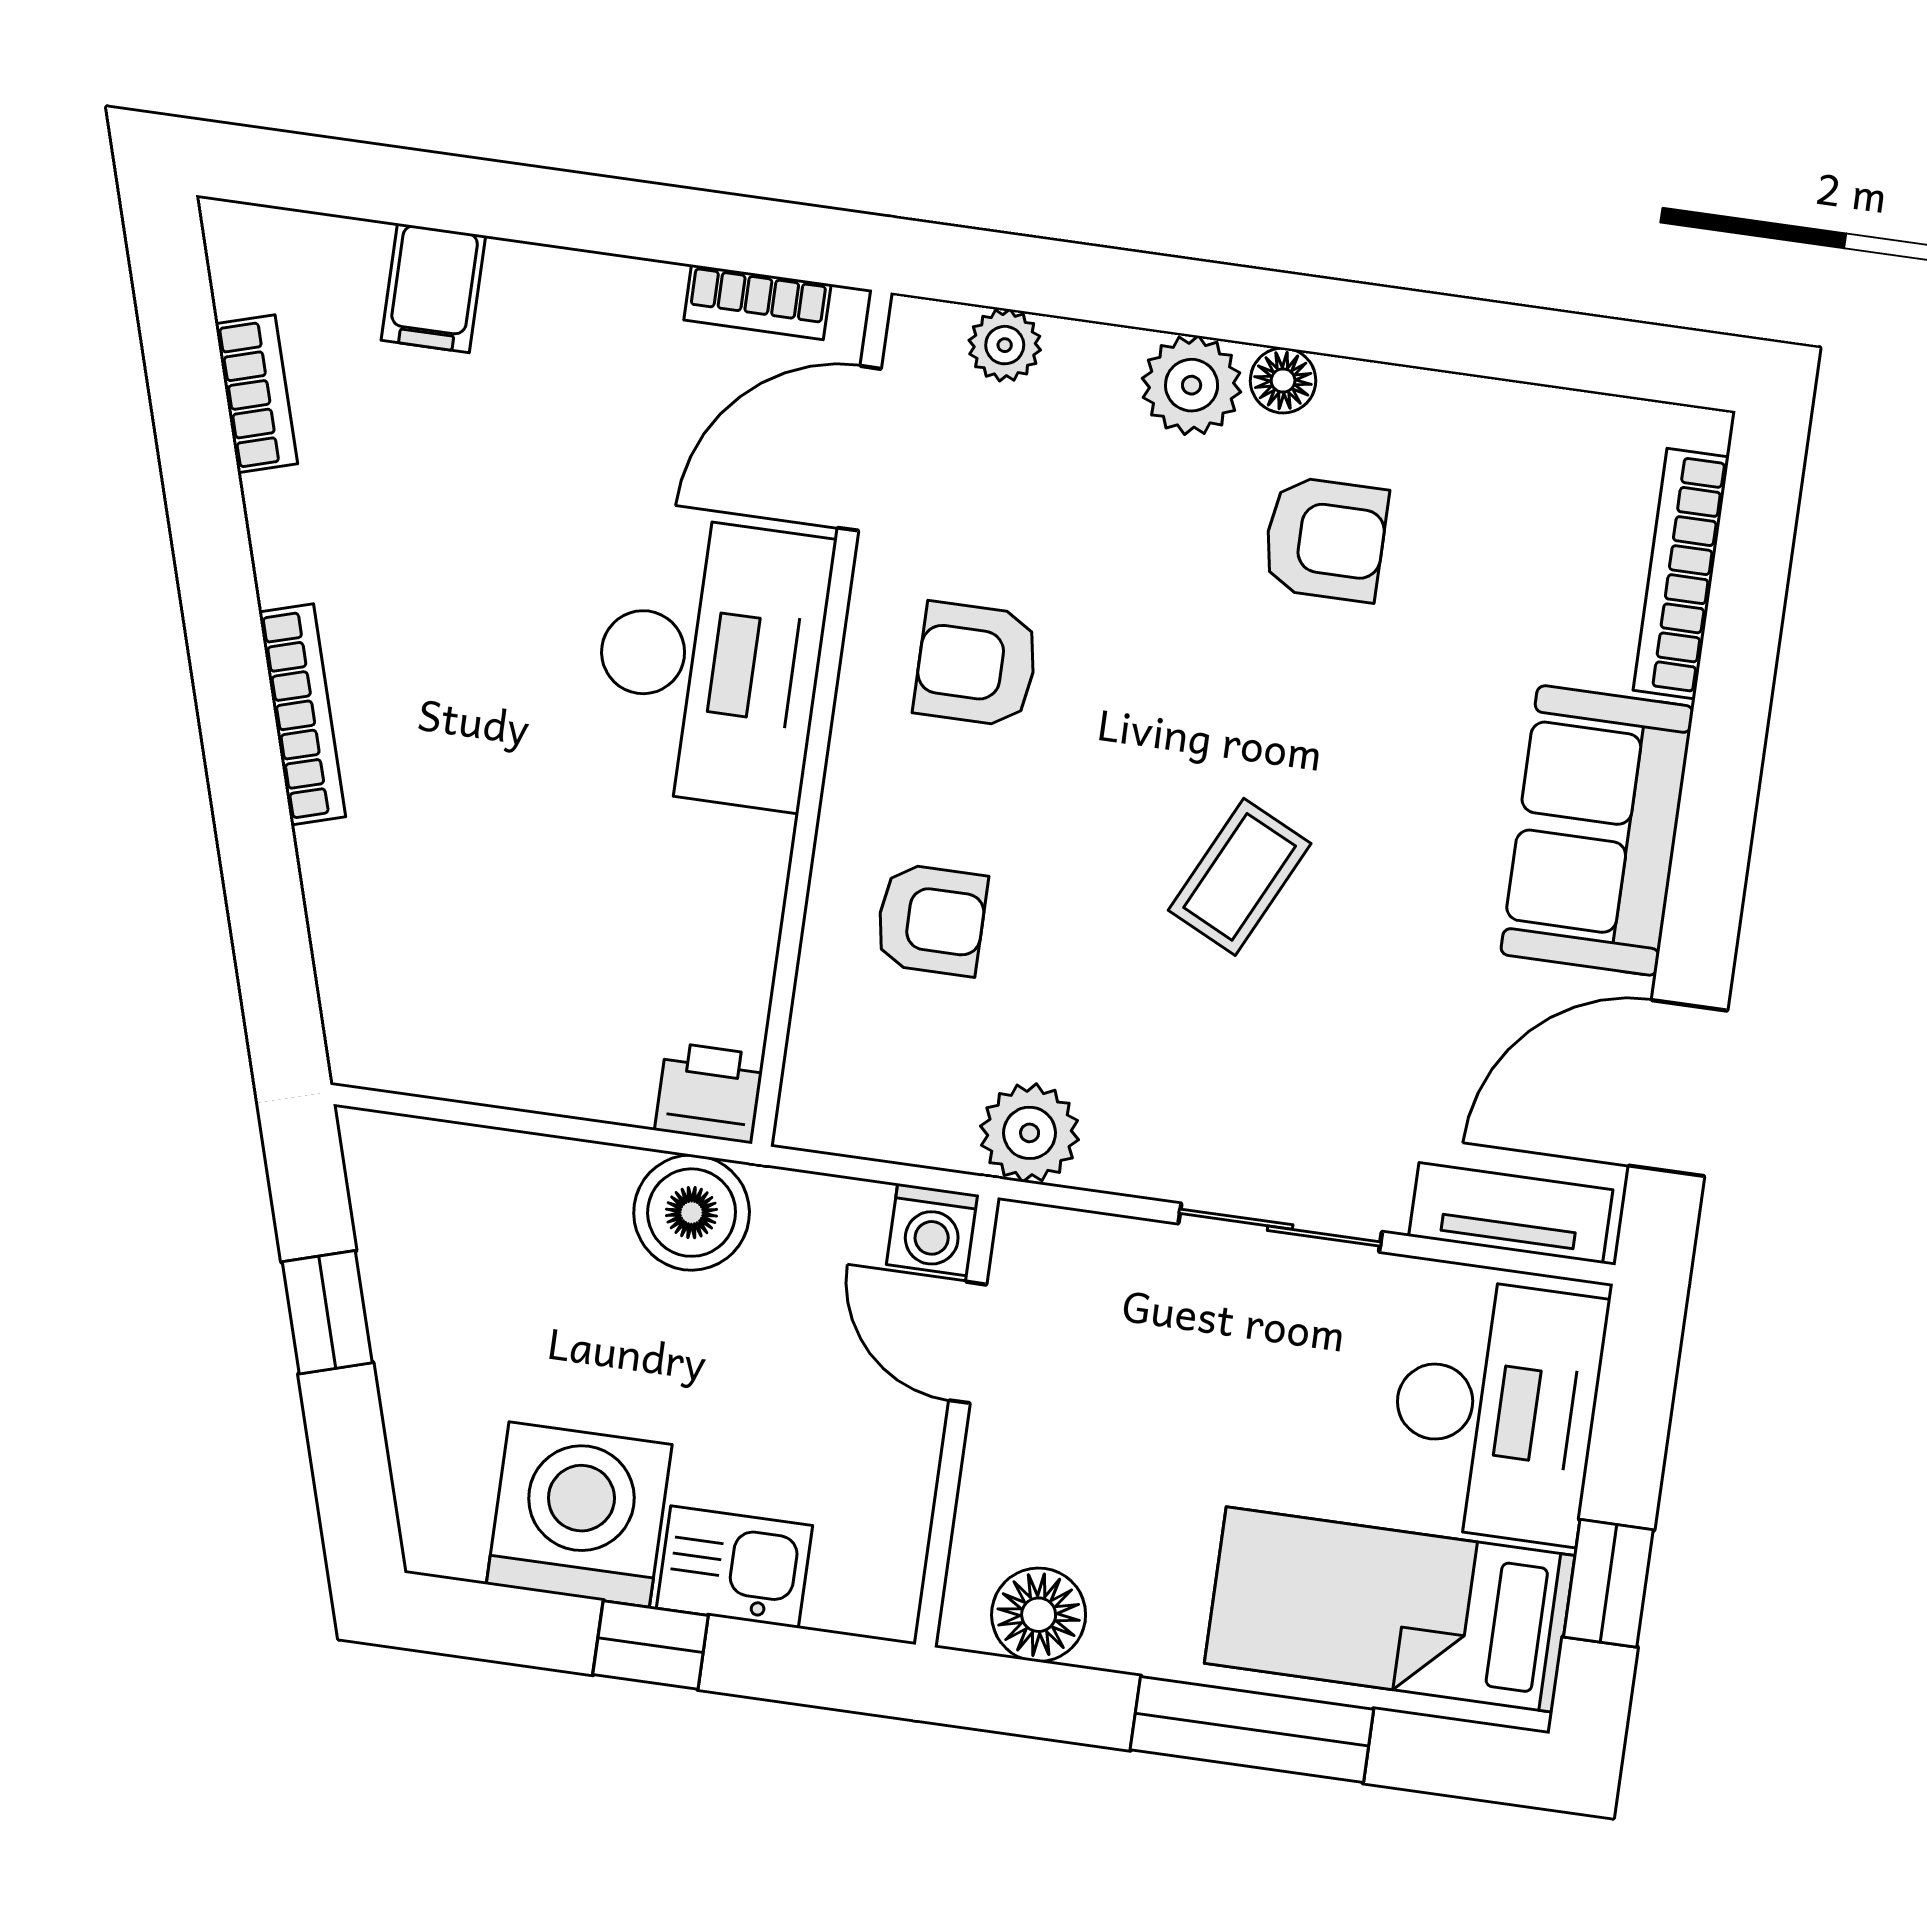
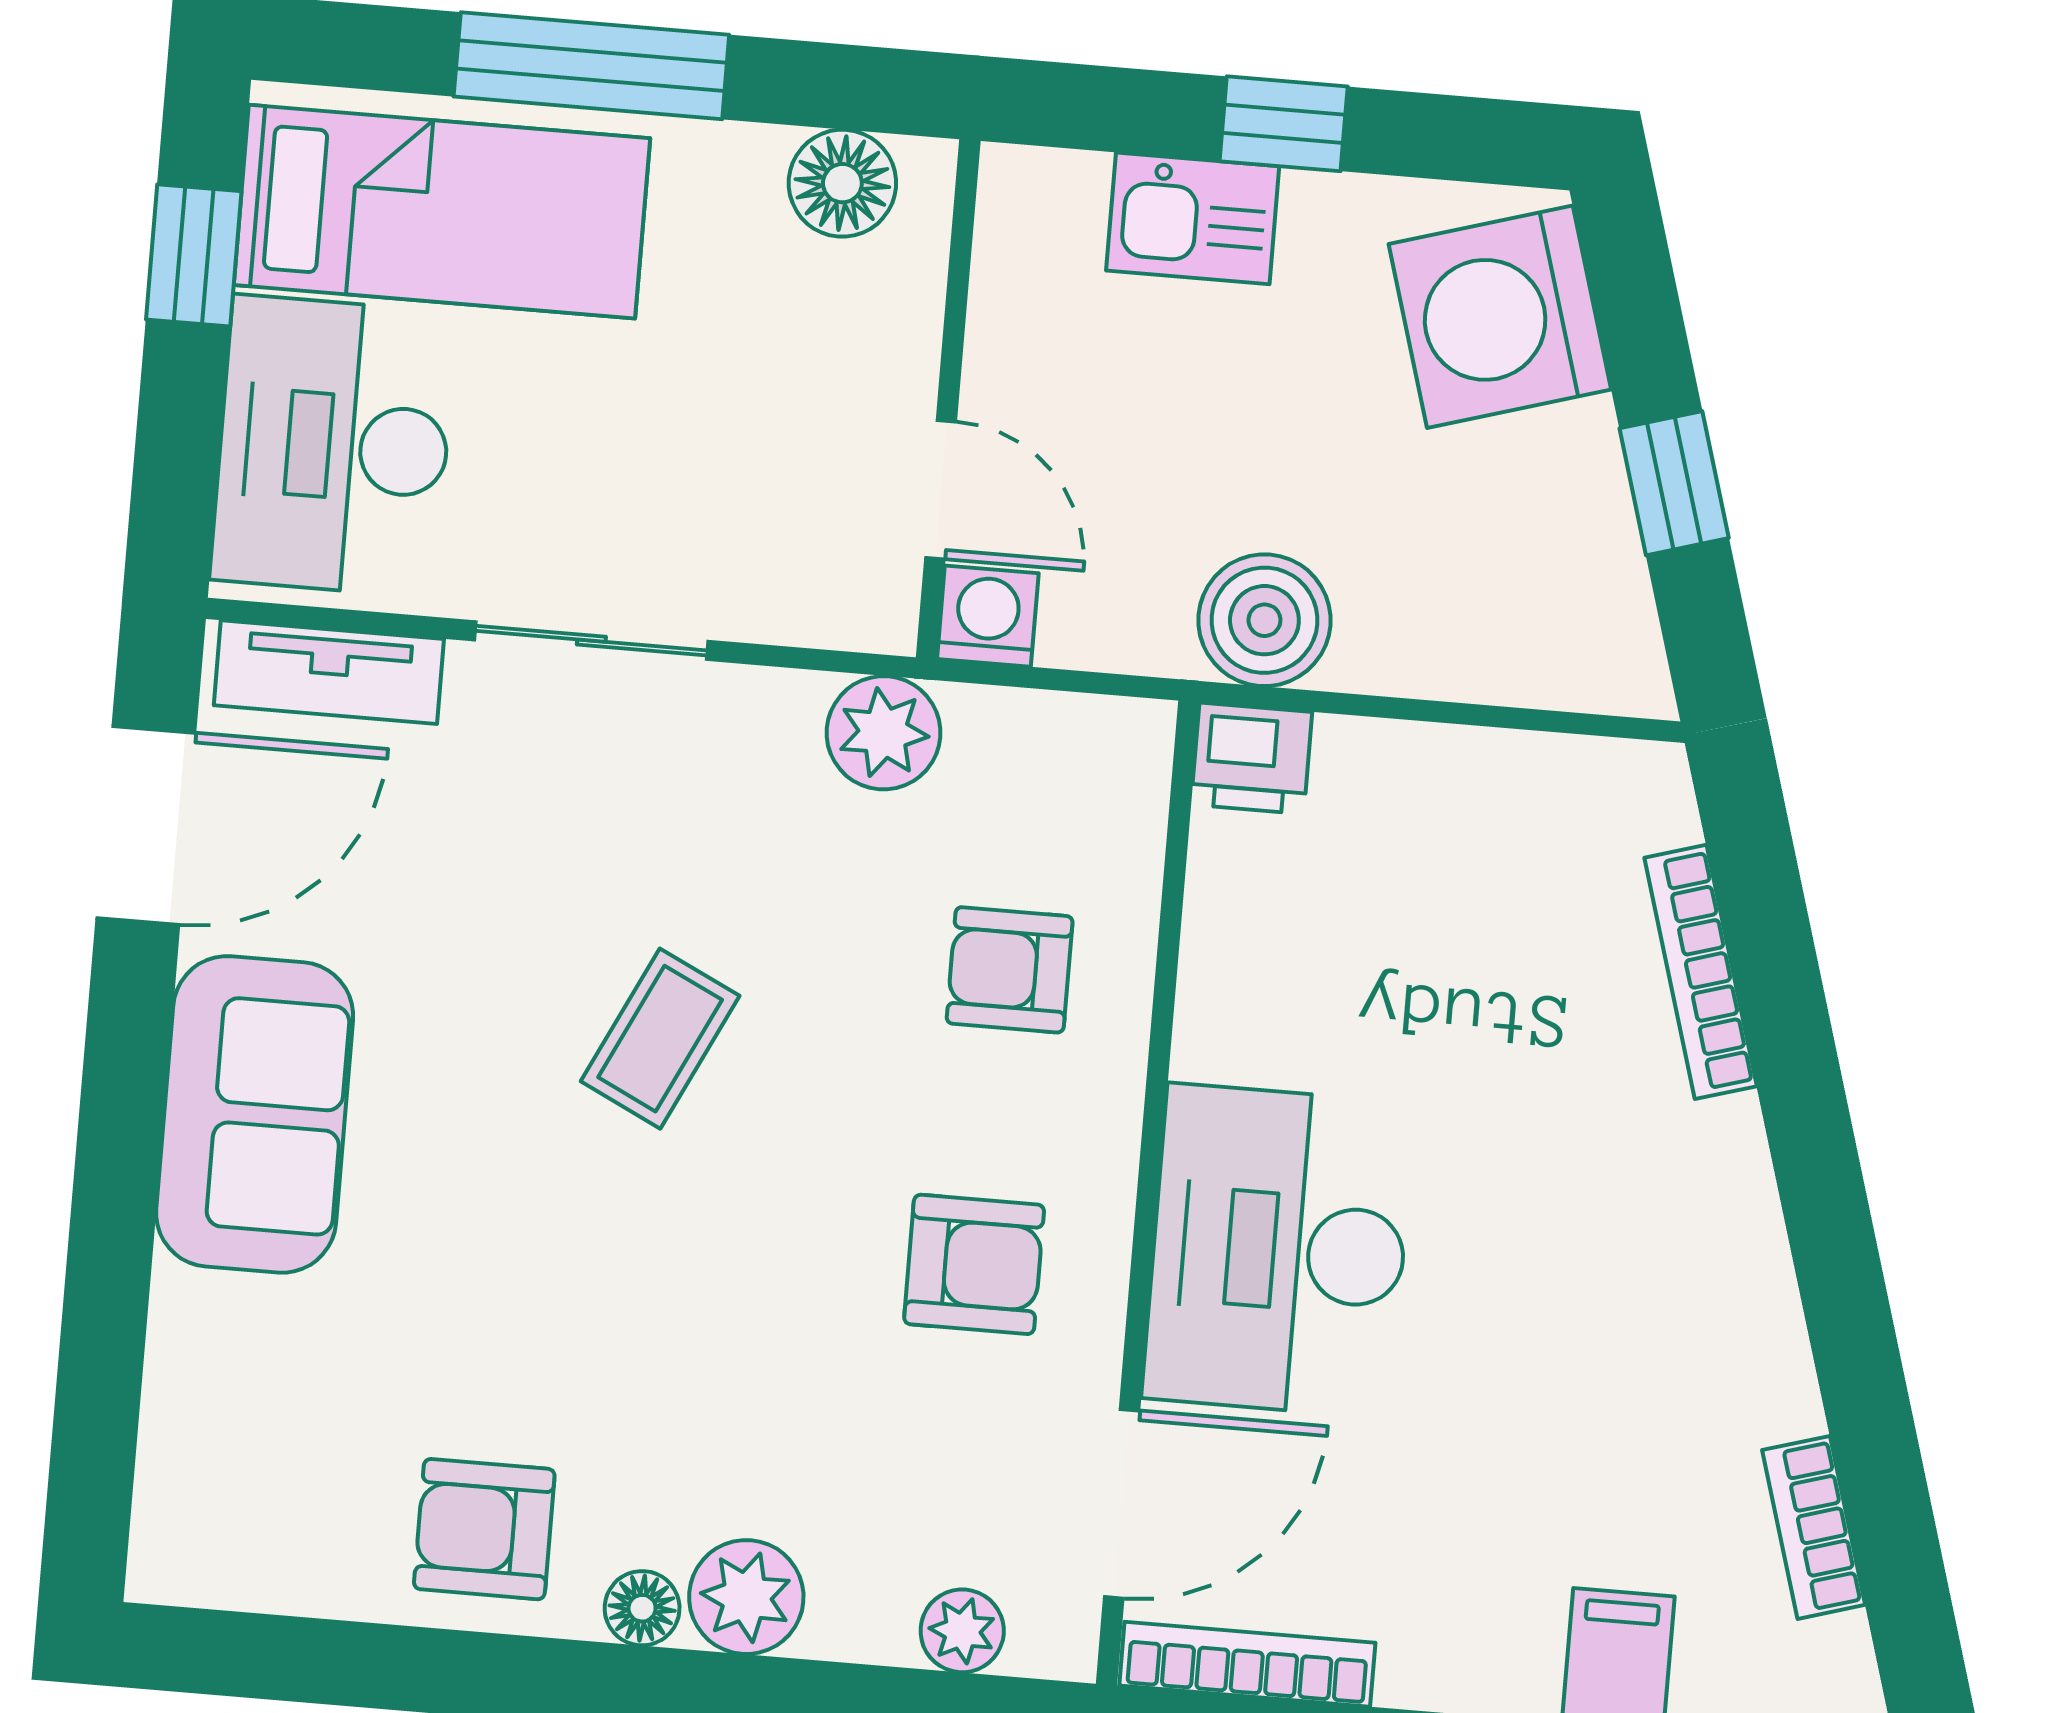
bookcase: (757, 302) -> (1247, 1664), width x1.56
armchair: (1325, 539) -> (484, 1529), moved
bookcase: (1681, 574) -> (175, 1413), removed
bookcase: (302, 714) -> (1701, 972), moved
washing machine: (579, 1514) -> (1500, 317), moved, turned 73

